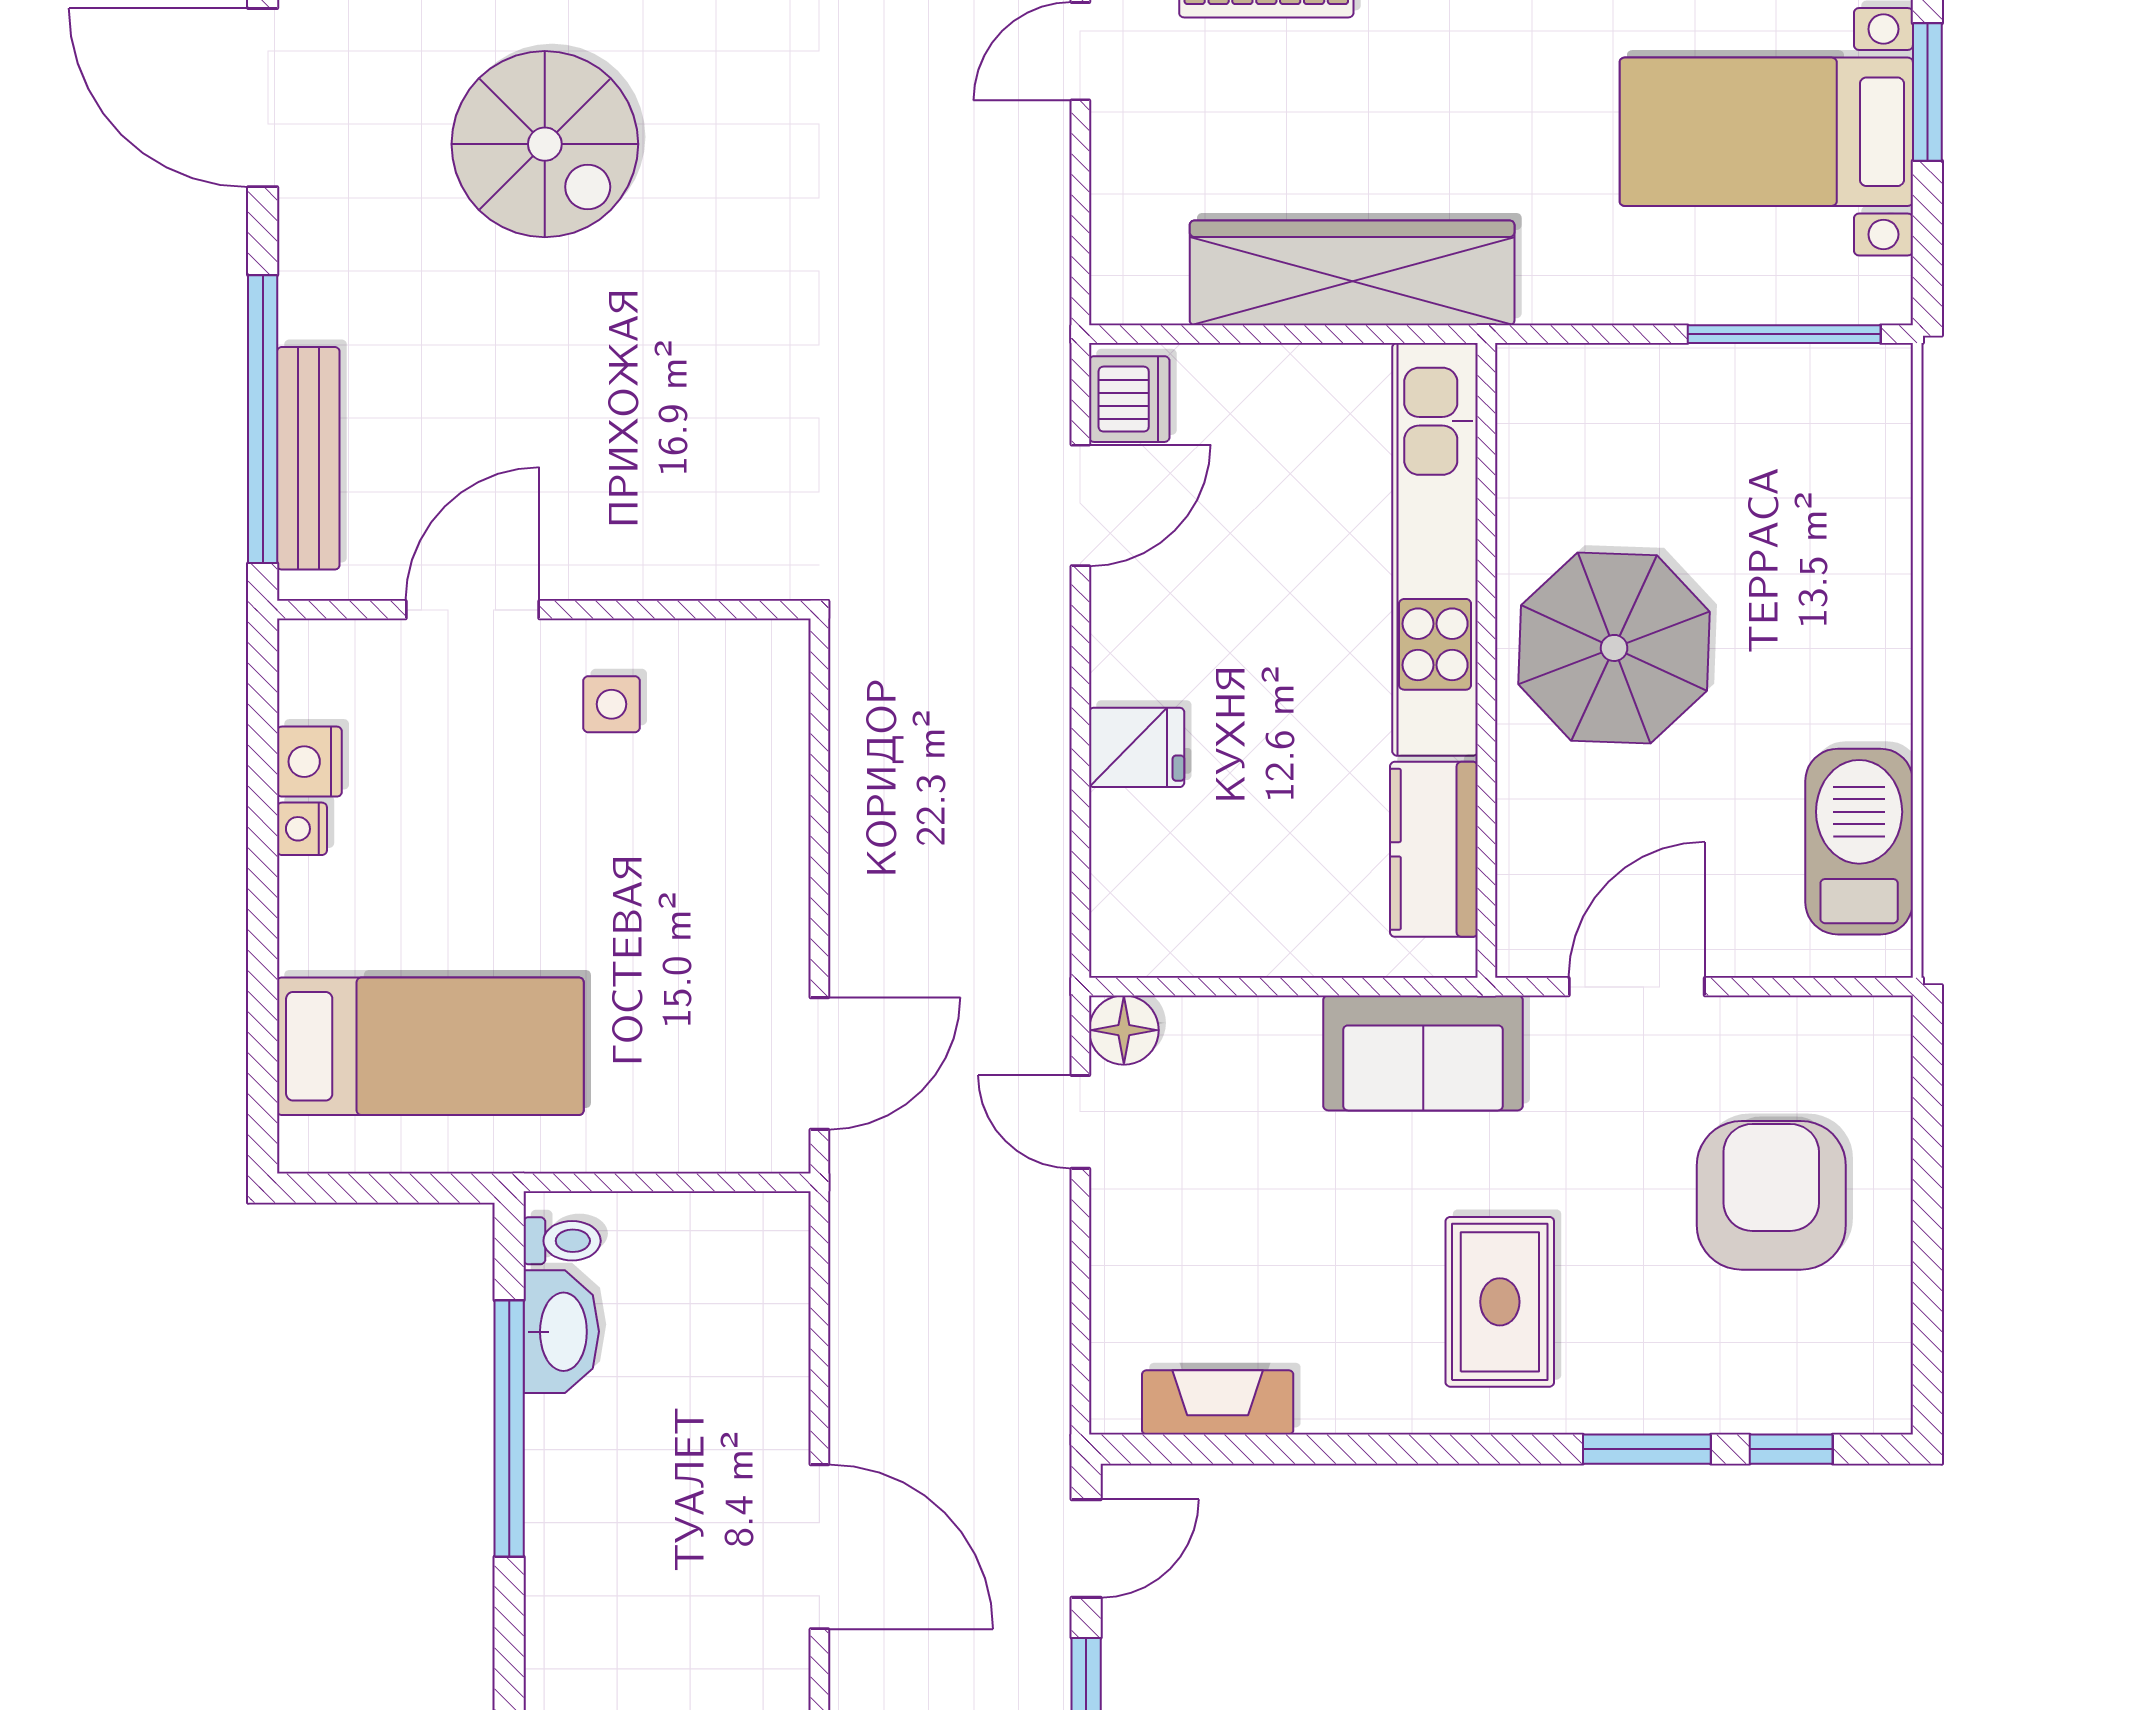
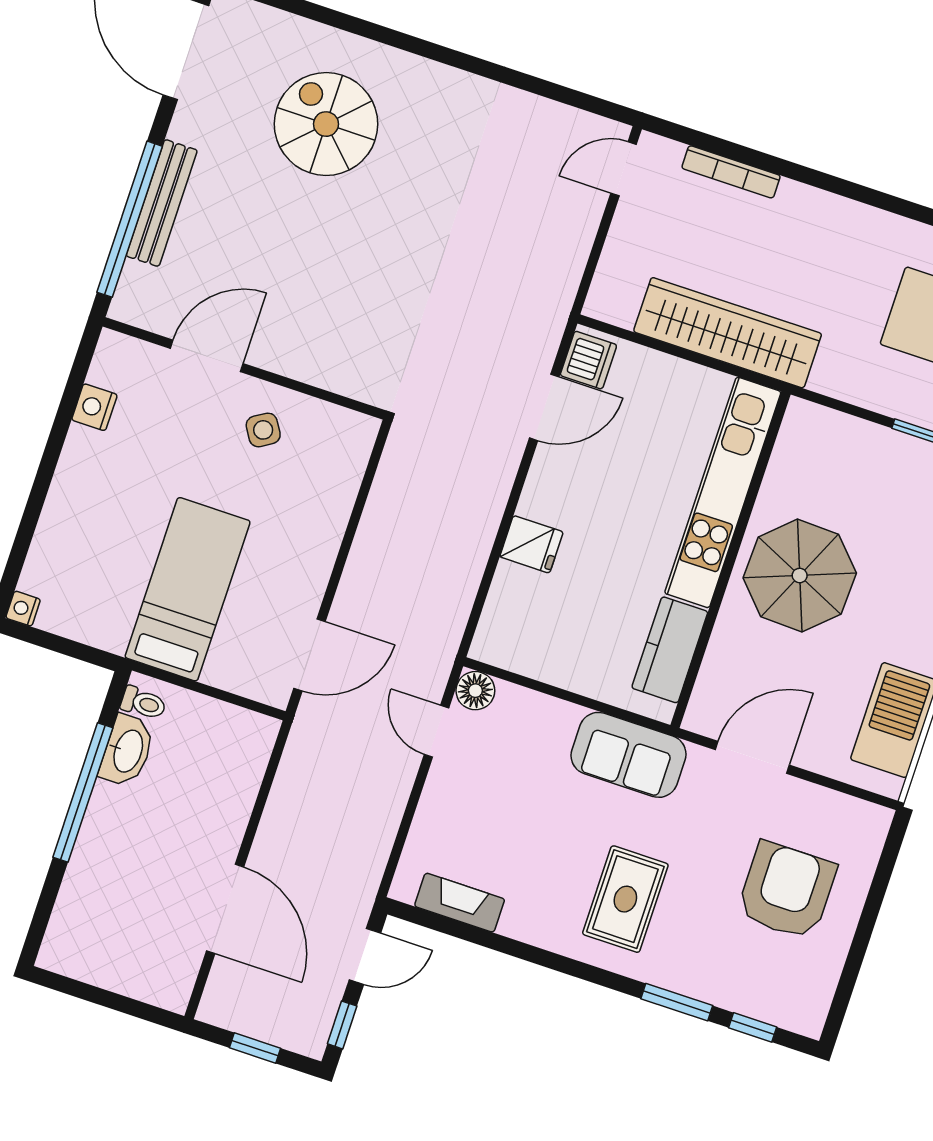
spiral stairs: (545, 144) -> (326, 124), turned 180
bench: (308, 458) -> (162, 203), moved
side table: (611, 704) -> (263, 430), turned -32
nightstand: (302, 829) -> (23, 609), moved
bed: (430, 1046) -> (188, 589), moved, turned -90

